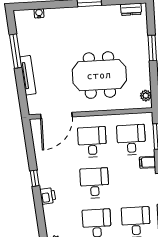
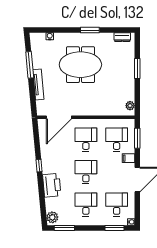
meeting table: (99, 75) -> (80, 65), moved
printer: (48, 196) -> (52, 185), width x1.87, depth x1.48

